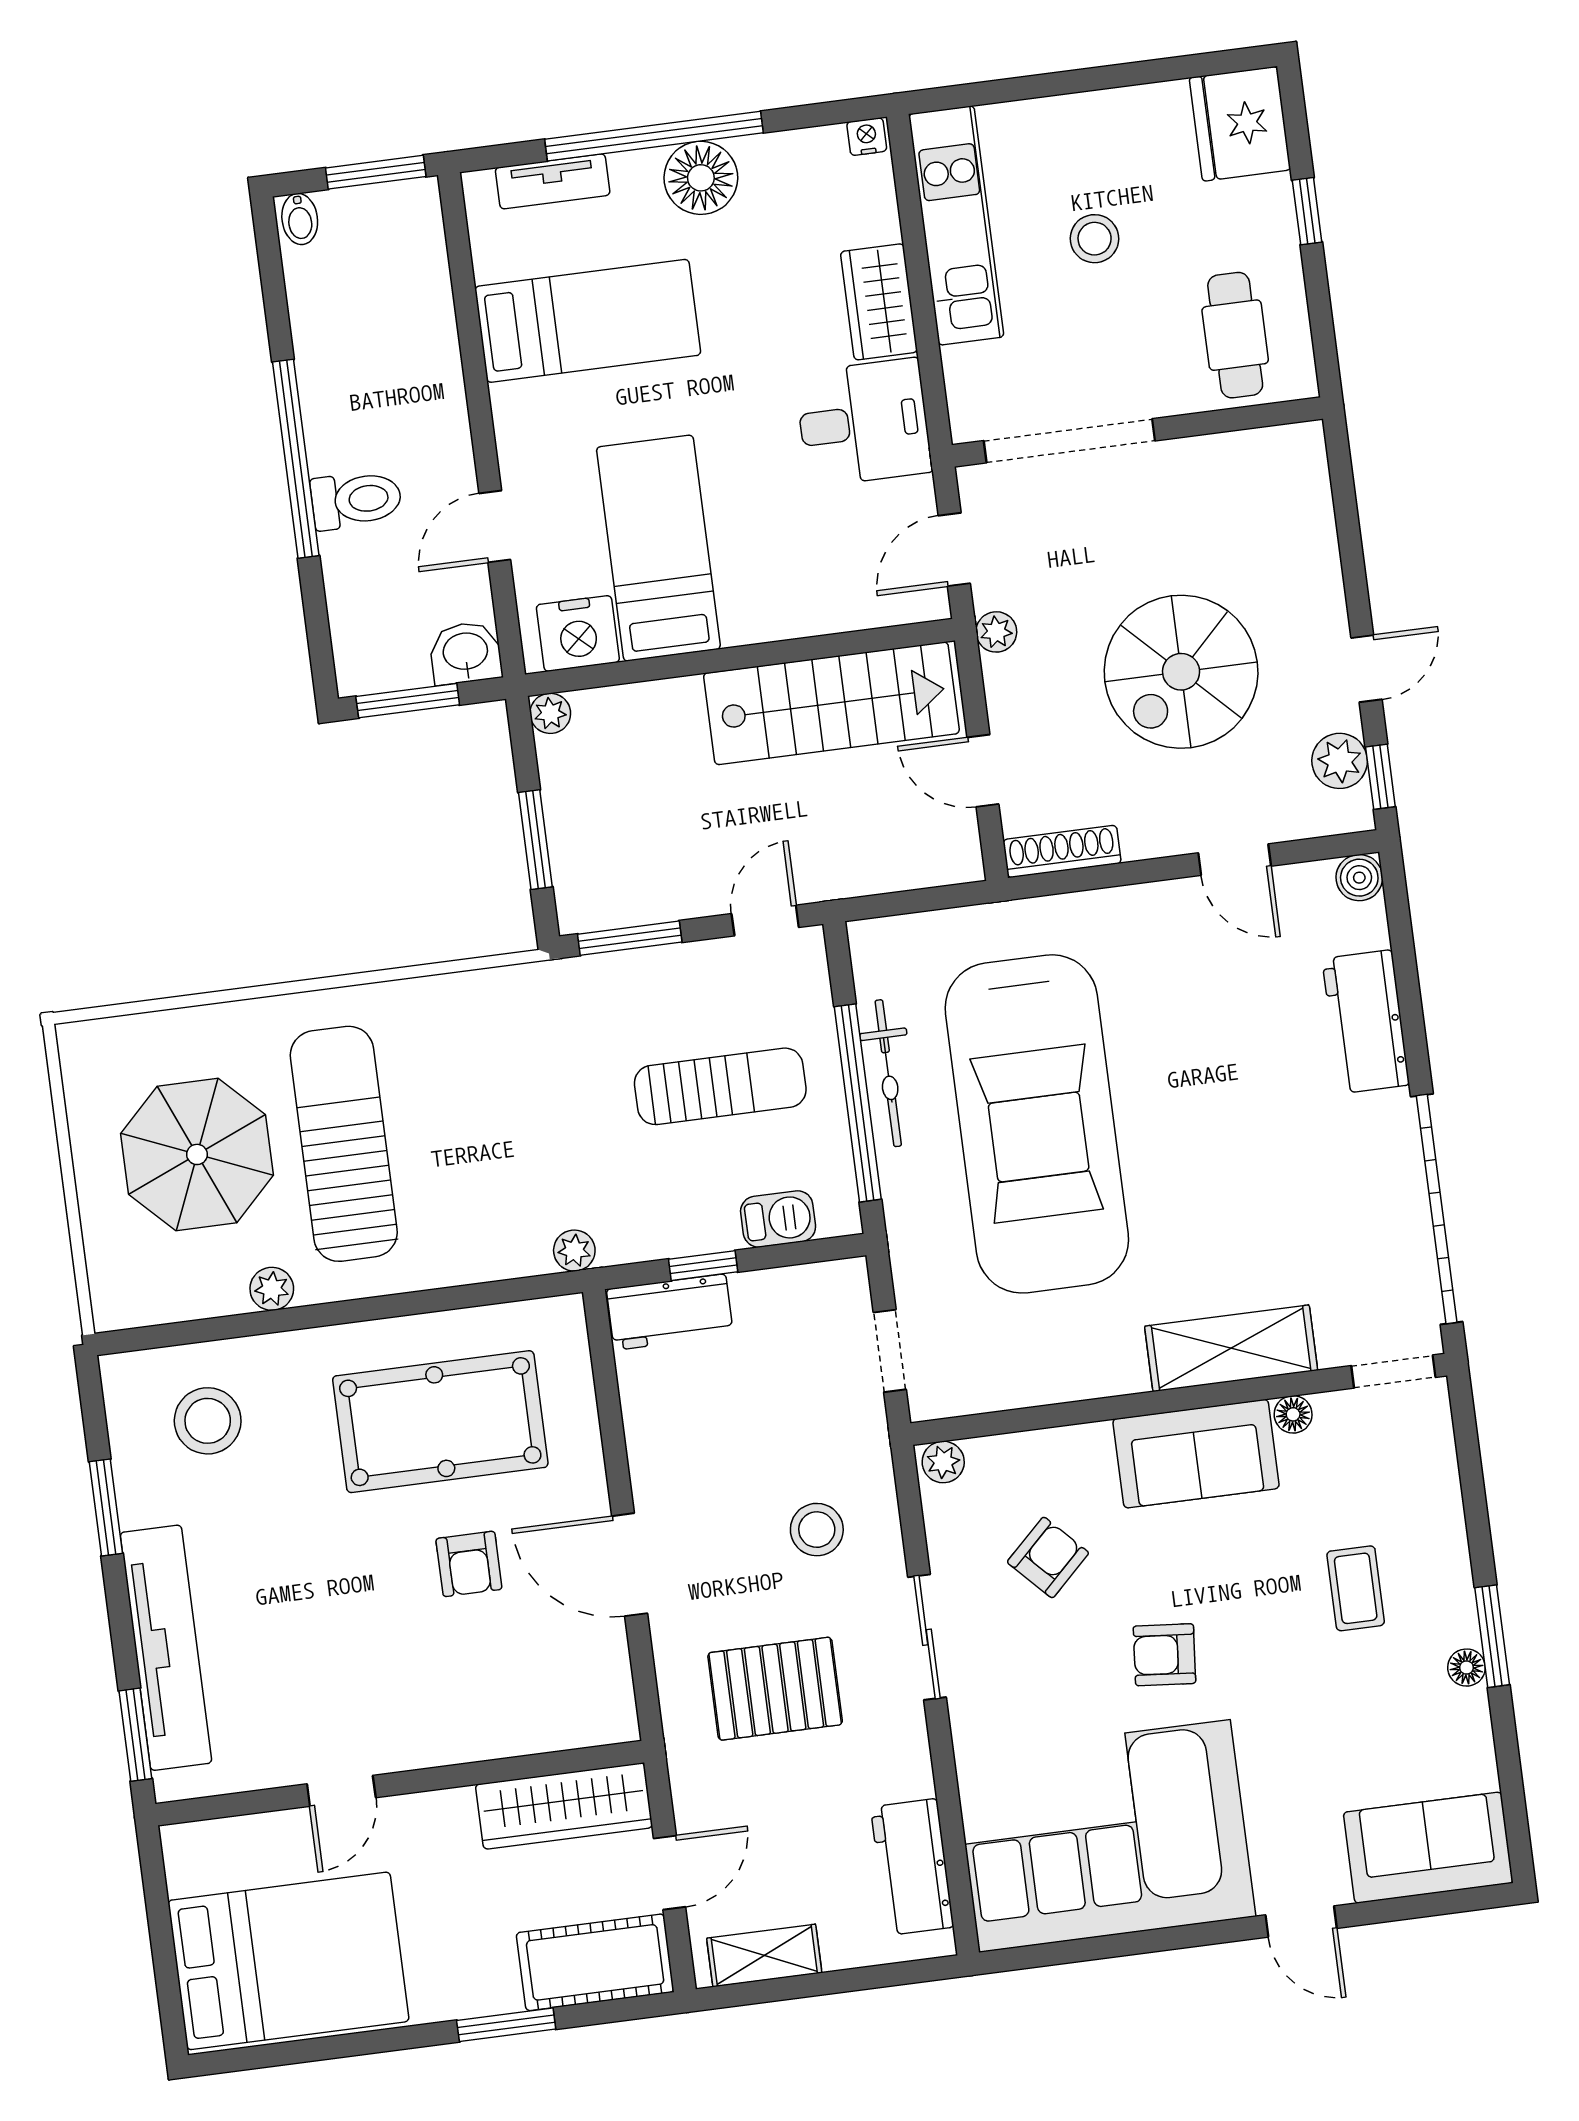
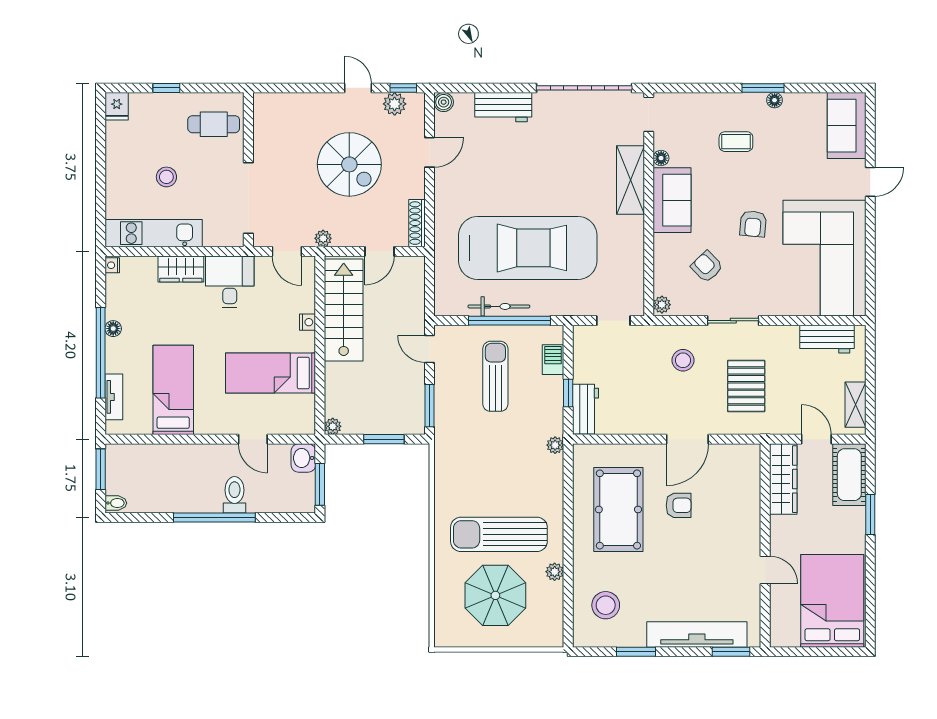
fridge: (1240, 124) -> (117, 106), width x0.53, depth x0.75
floor lamp: (701, 178) -> (113, 329), width x0.53, depth x0.53
nightstand: (578, 633) -> (308, 322), moved, width x0.53, depth x0.56

